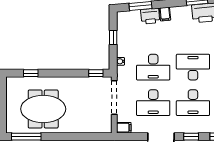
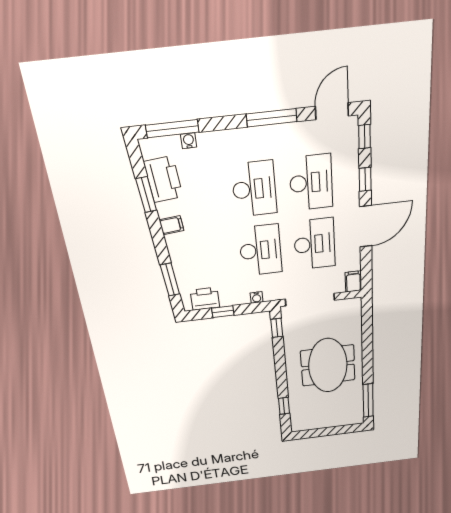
filing cabinet: (165, 14) -> (172, 225), moved
printer: (150, 16) -> (205, 299), moved, turned -85
desk: (193, 67) -> (254, 189), turned 180
meeting table: (43, 109) -> (328, 365), moved

